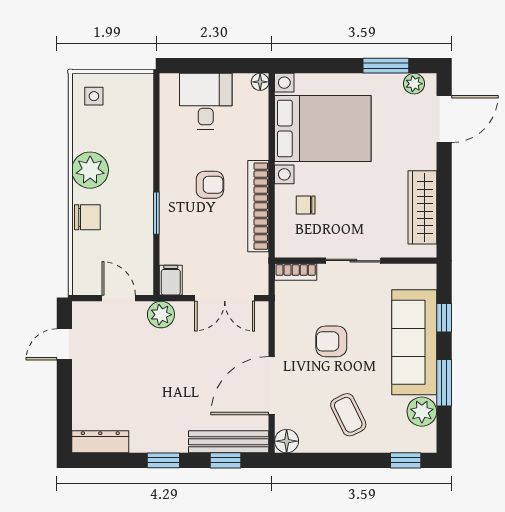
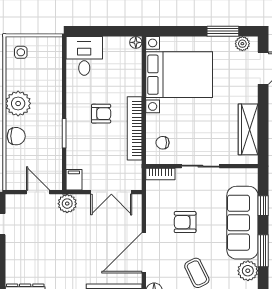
desk: (206, 101) -> (84, 56), moved
chair: (306, 205) -> (163, 143), moved

